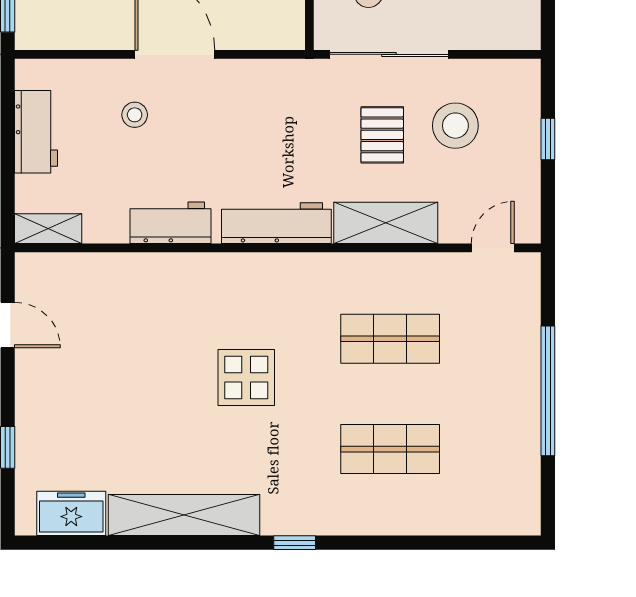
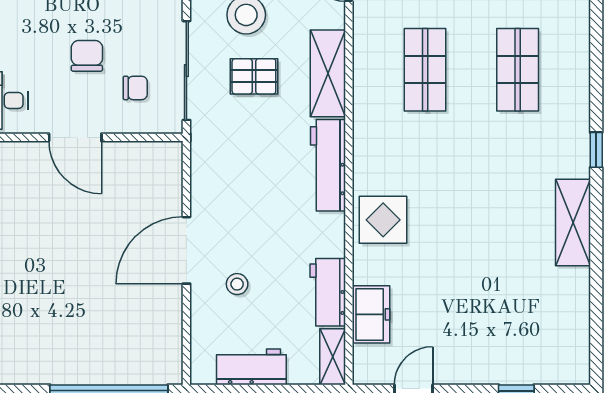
workbench: (170, 223) -> (328, 292), moved
display table: (246, 377) -> (383, 220), moved
freezer: (71, 513) -> (371, 314), moved, turned 180
shelving: (184, 515) -> (573, 222), width x0.68

